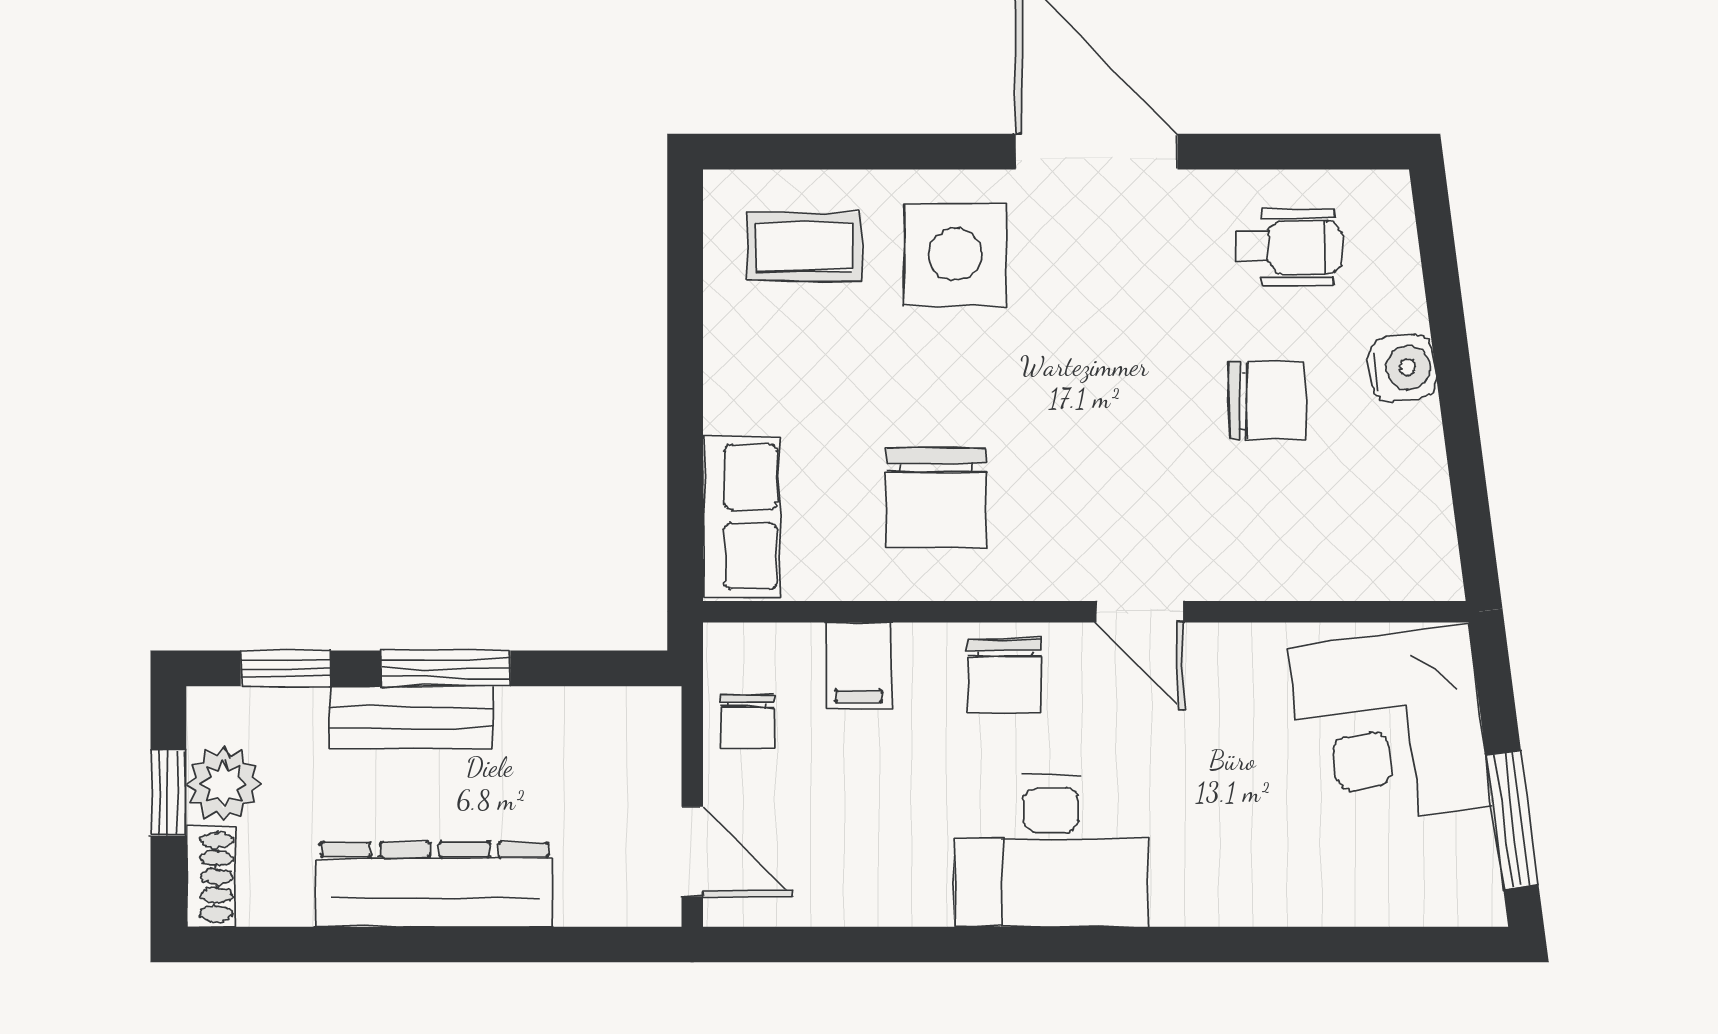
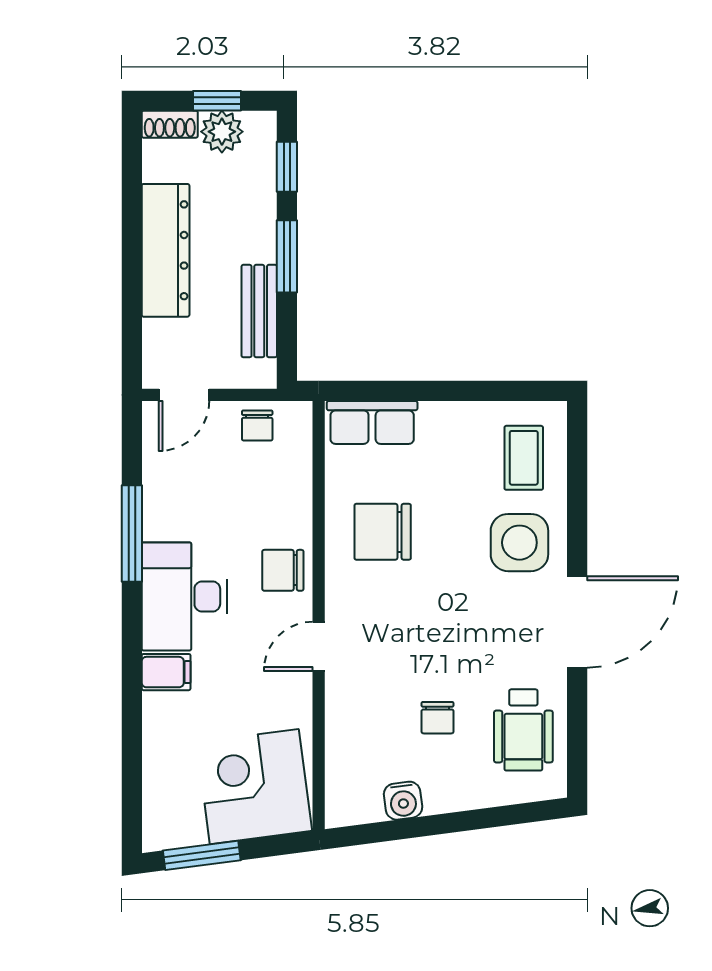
wheelchair: (1289, 247) -> (523, 730), width x1.36, depth x1.37
water cooler: (1403, 368) -> (403, 801), moved
chair: (1267, 400) -> (438, 718), width x0.73, depth x0.73
filing cabinet: (859, 666) -> (166, 672), moved, turned 180
bench: (411, 718) -> (259, 311), moved
chair: (747, 721) -> (257, 426), turned -90
window: (939, 944) -> (132, 534), added

